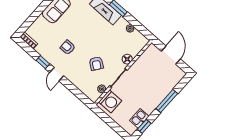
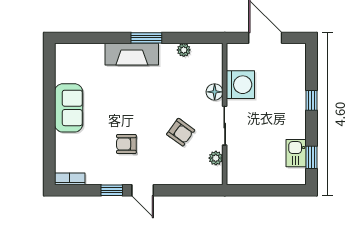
washing machine: (110, 101) -> (240, 85), moved
window: (167, 101) -> (311, 100), width x0.46

